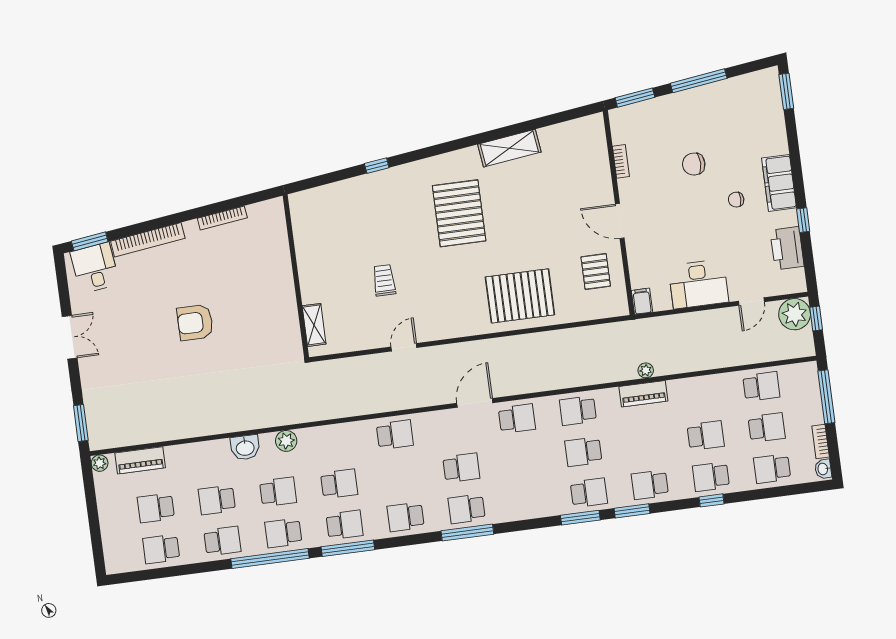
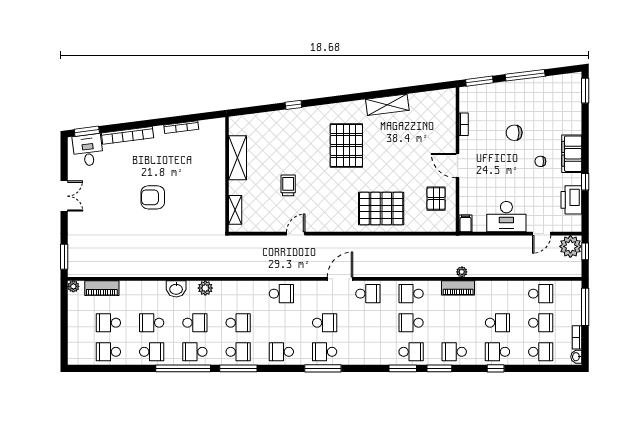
shelving: (308, 251) -> (238, 158), added
school desk: (772, 469) -> (541, 352), turned 180

